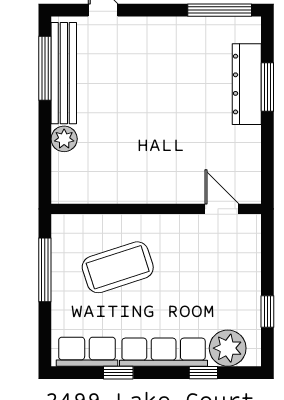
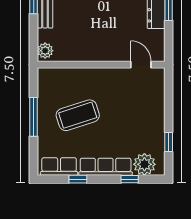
plant: (64, 139) -> (45, 51), moved
wall: (156, 209) -> (101, 65), moved
door: (222, 209) -> (141, 65), moved

